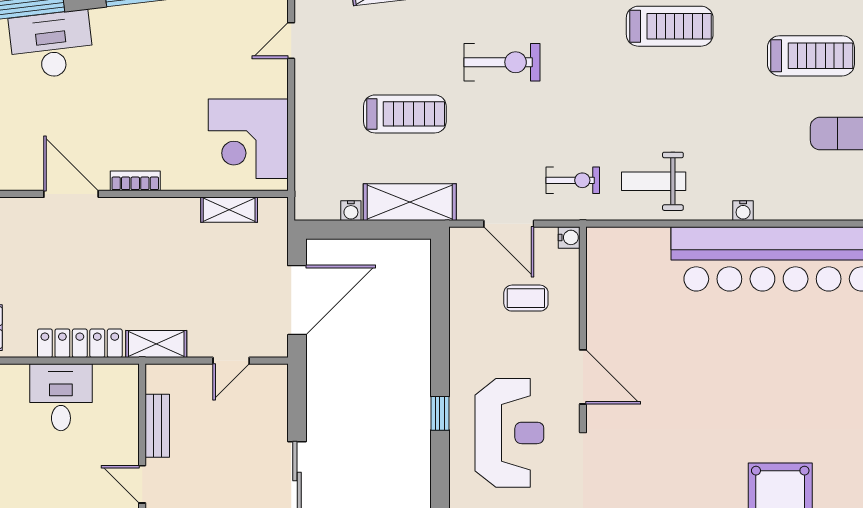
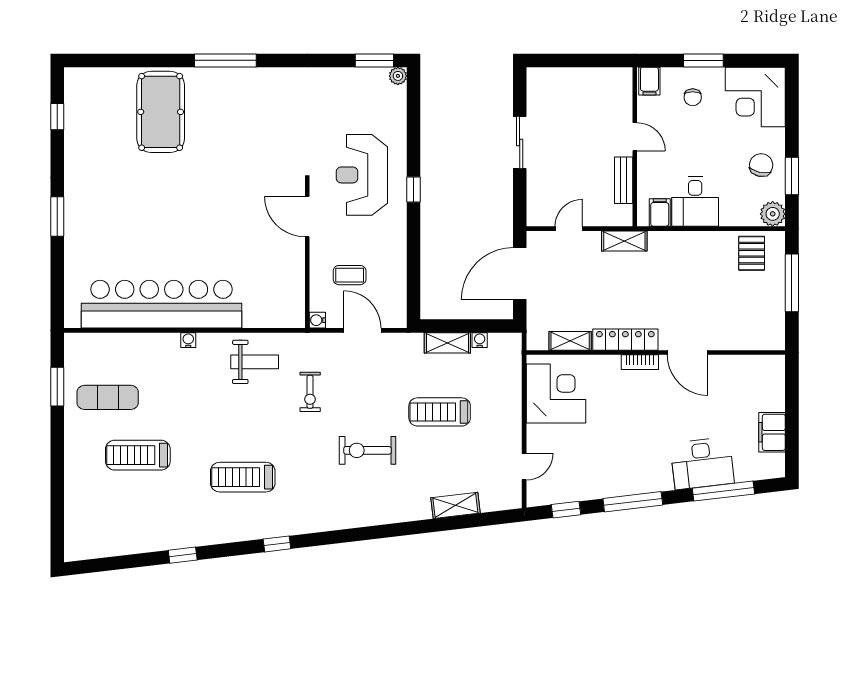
exercise bike: (573, 180) -> (310, 392), moved, turned -90
shelving: (410, 202) -> (447, 343), width x0.67, depth x0.75
locker: (80, 343) -> (625, 340), moved, turned 180
filing cabinet: (109, 382) -> (660, 212), added

